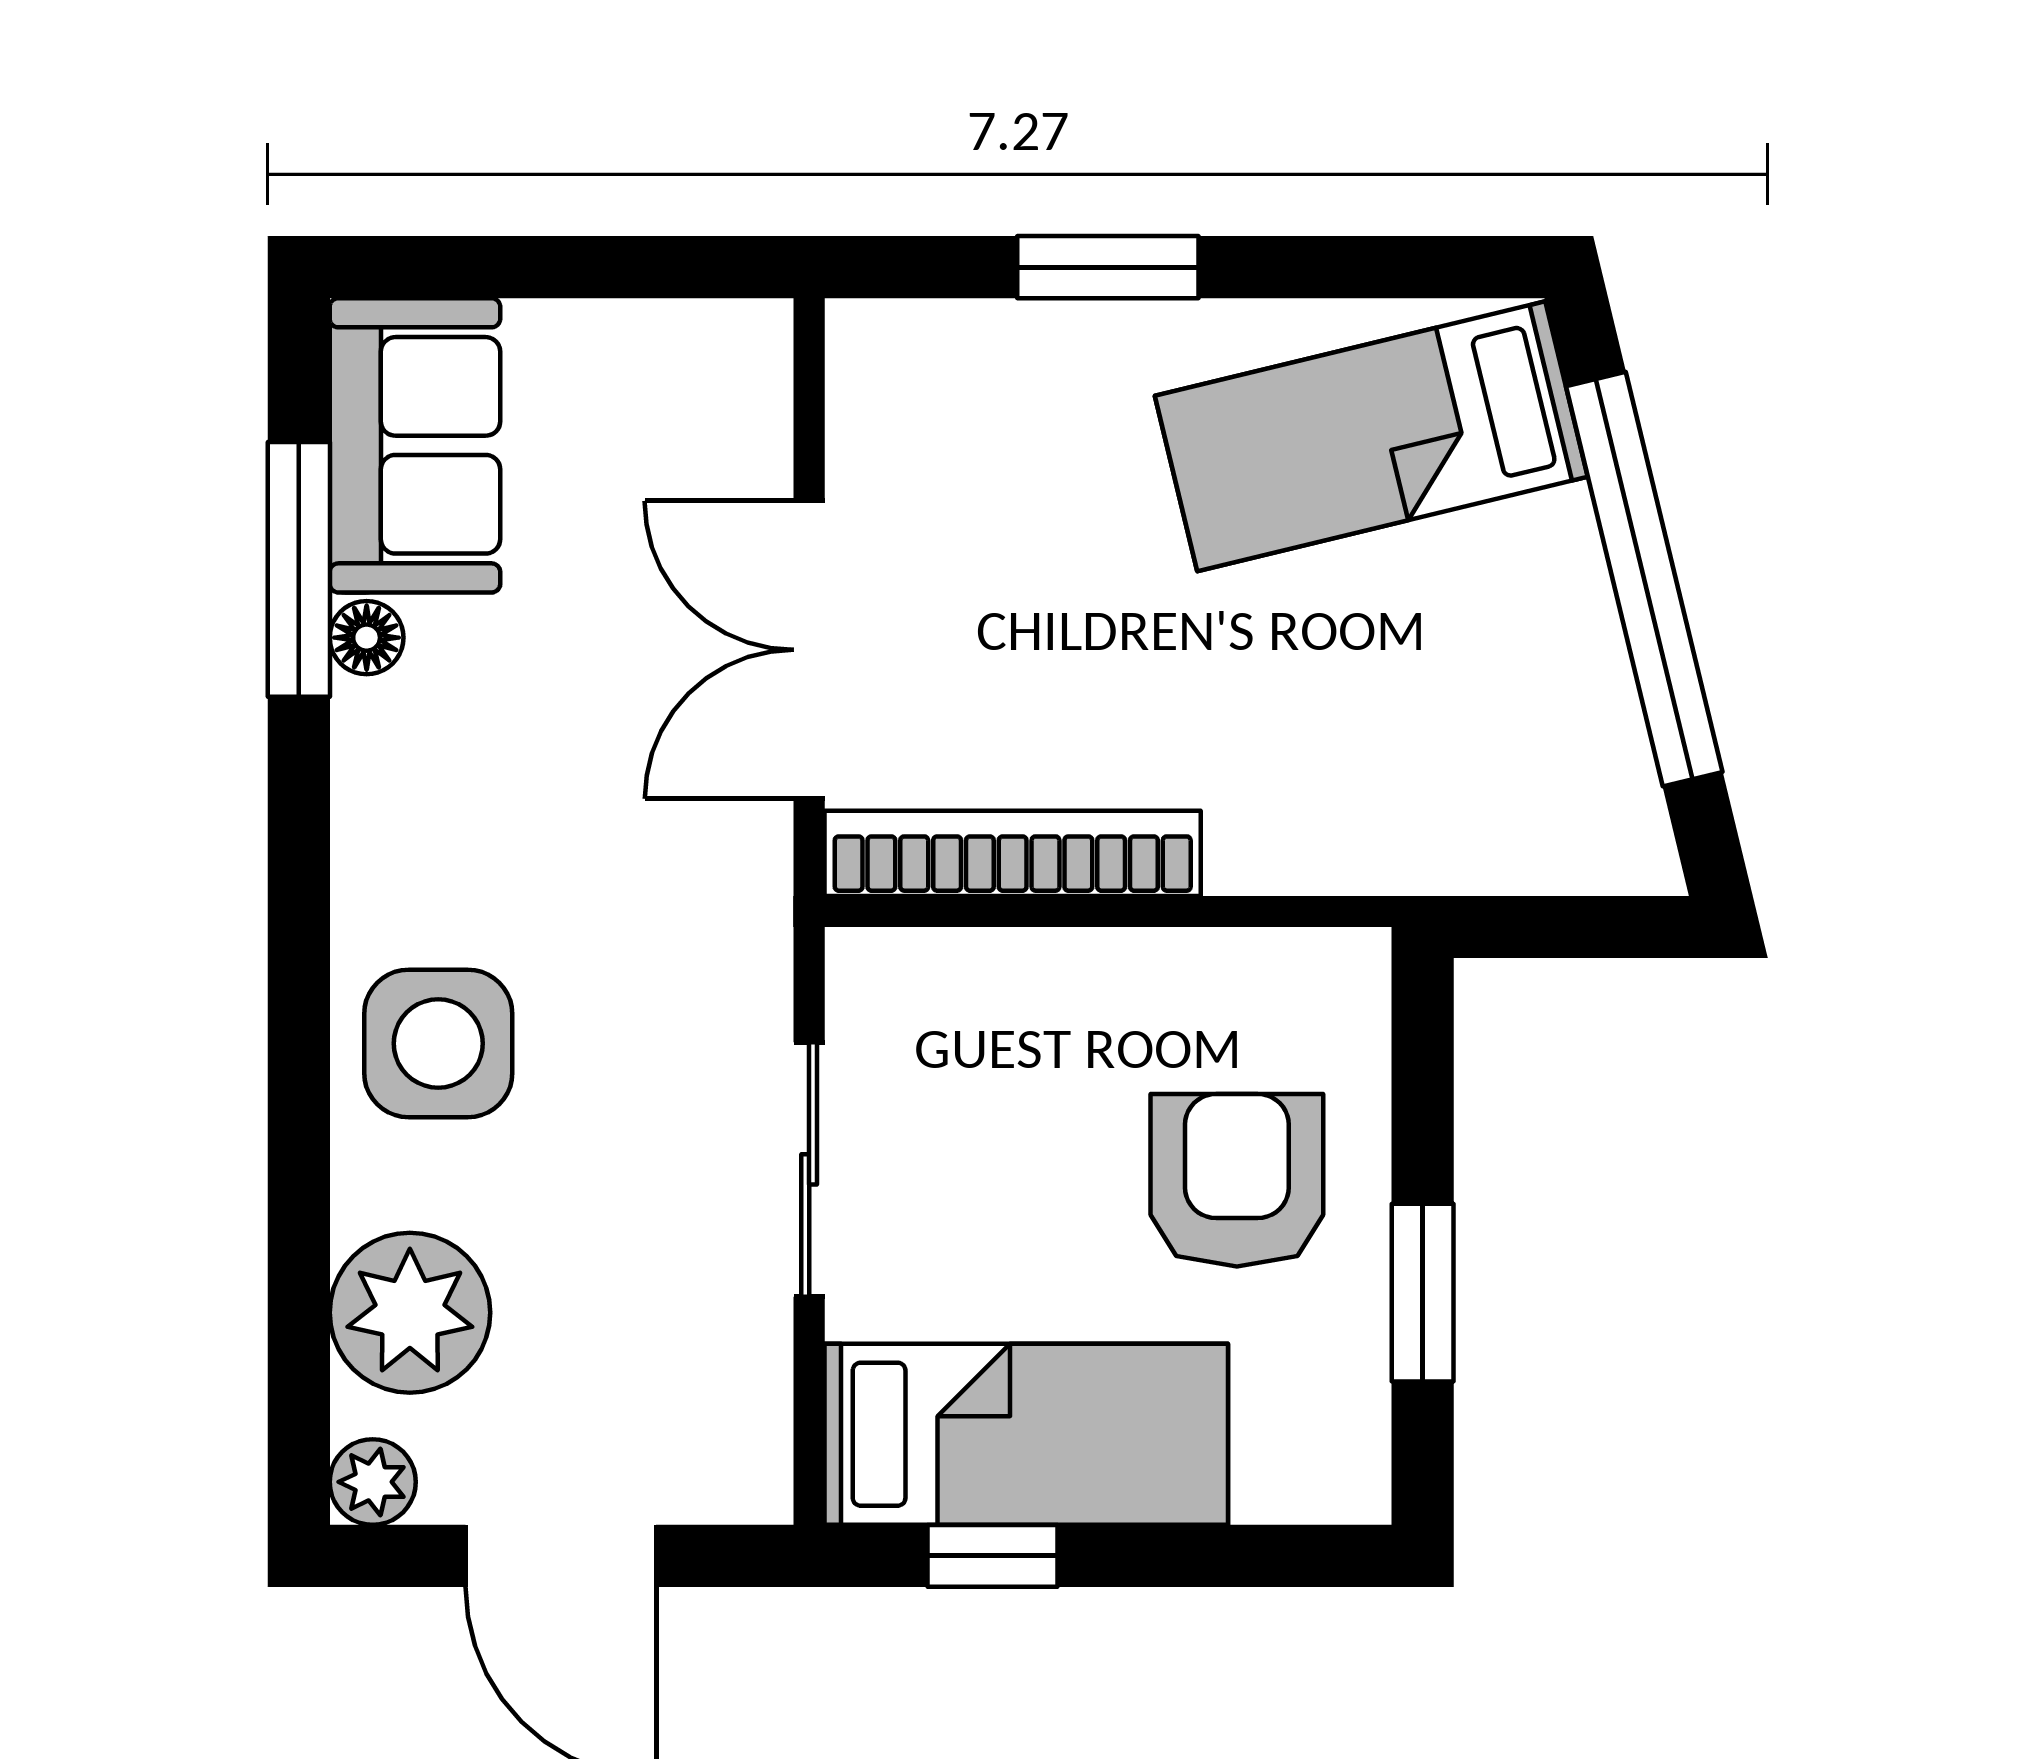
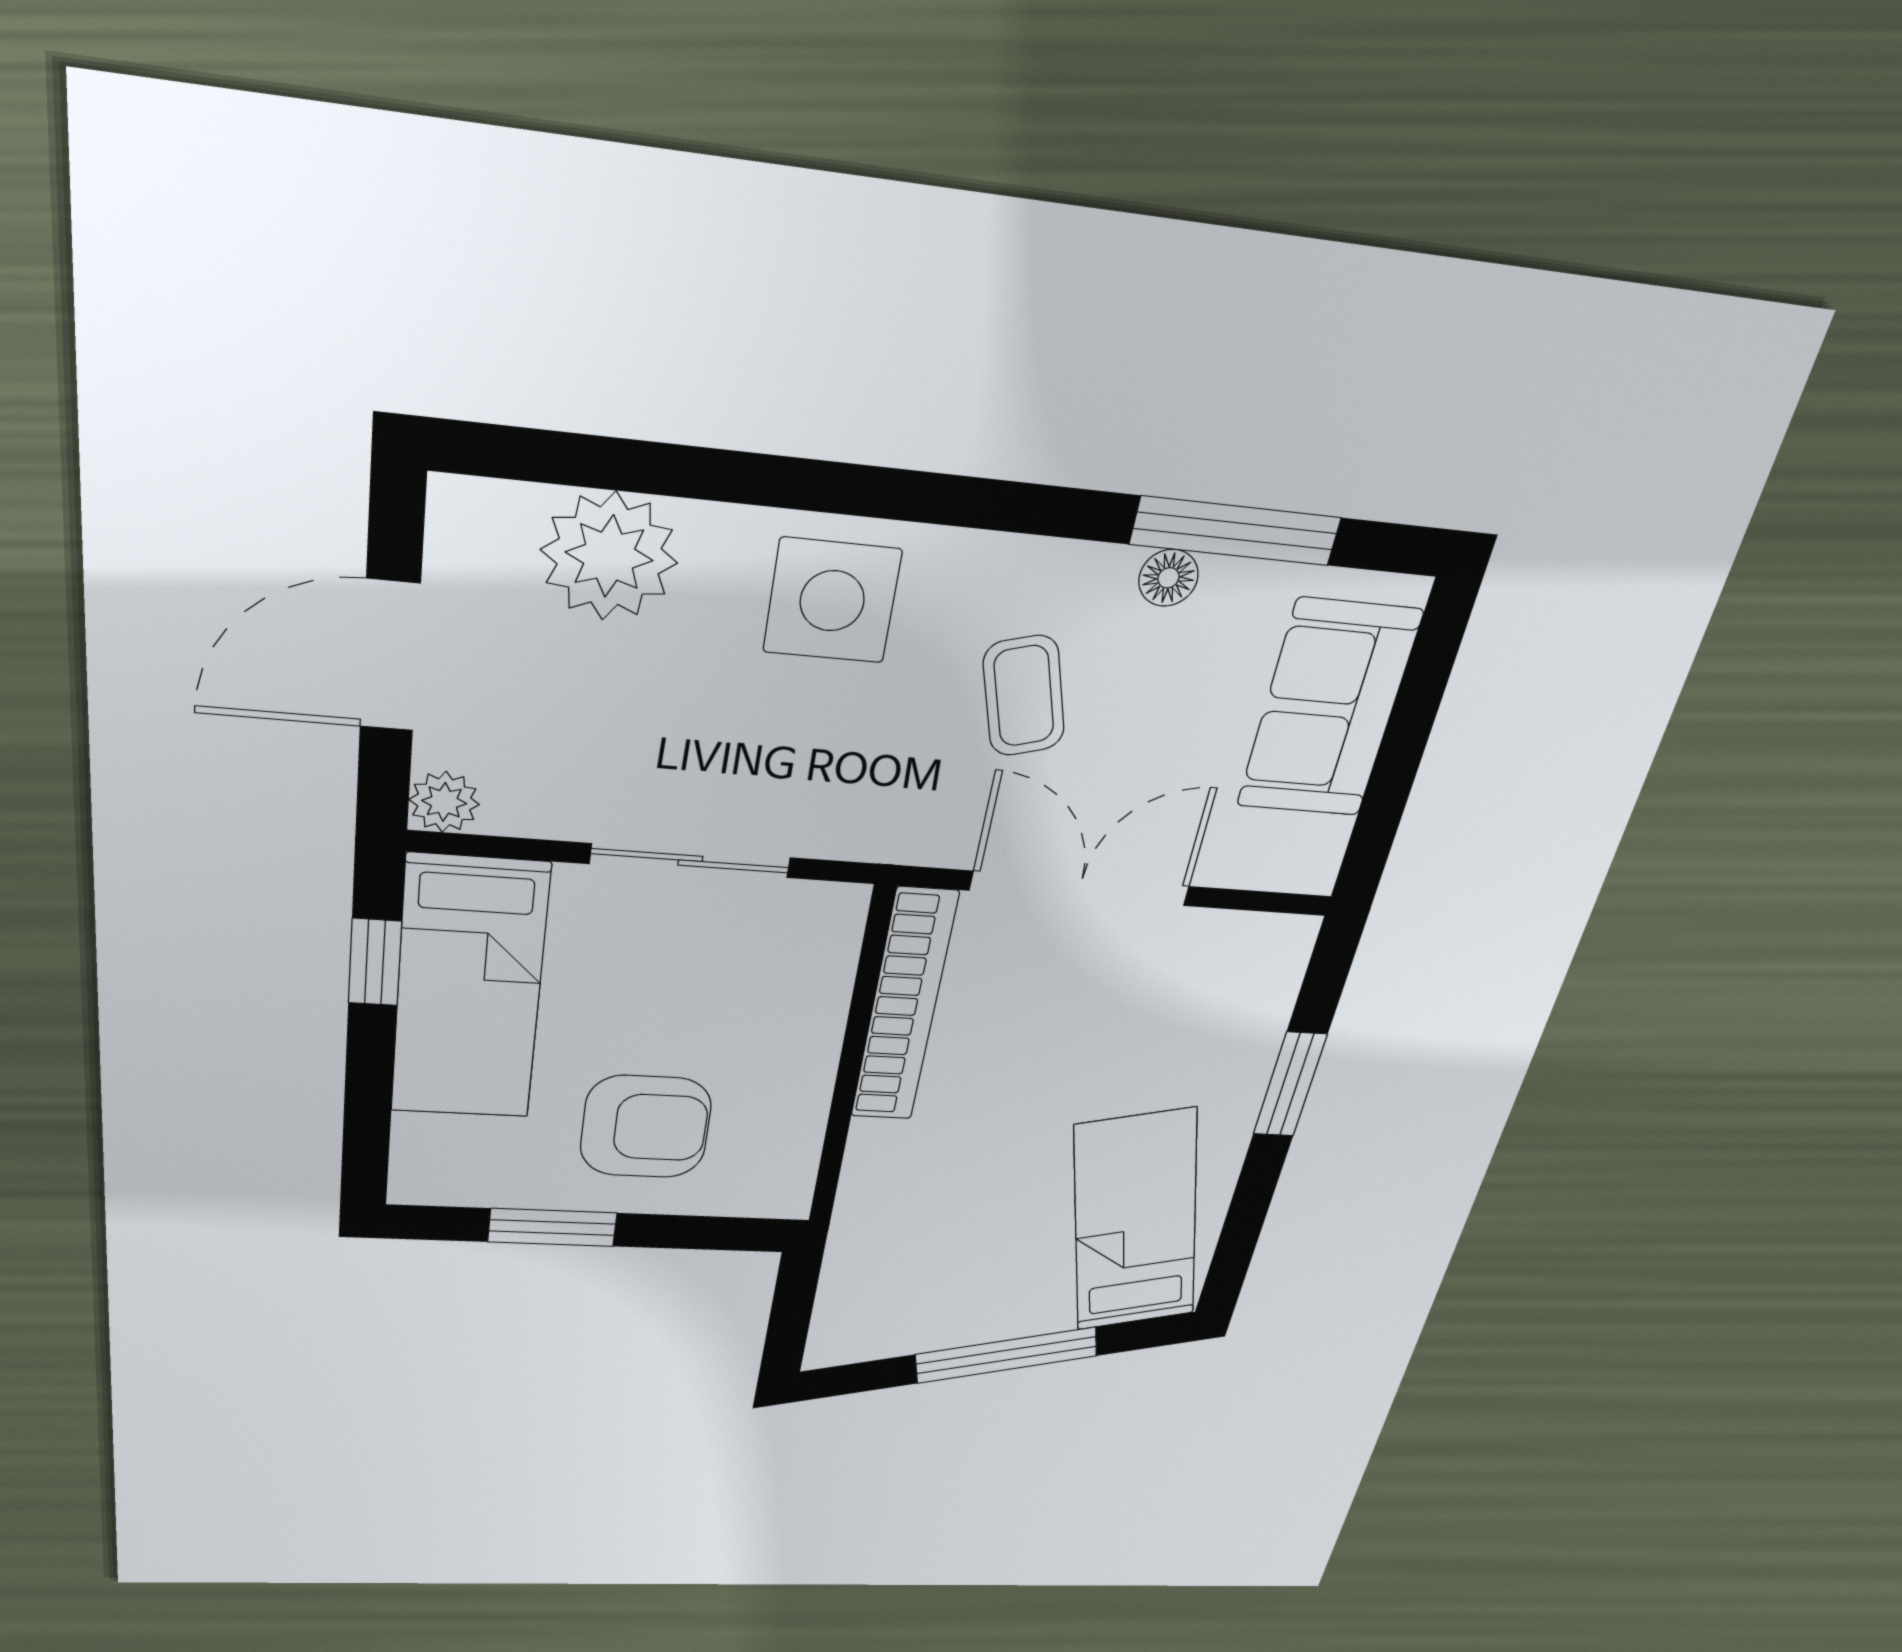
sofa: (415, 445) -> (1329, 709), moved, turned 90
window: (1644, 579) -> (1006, 1355), width x0.68
coffee table: (539, 784) -> (1024, 696), added
plant: (373, 1482) -> (444, 802), moved

